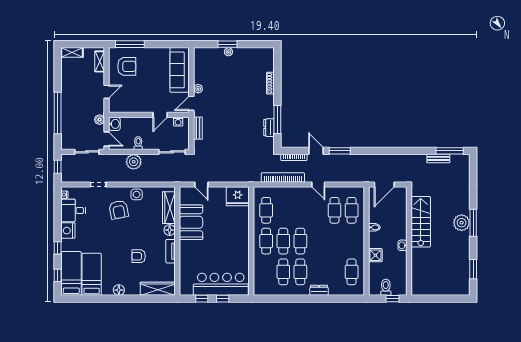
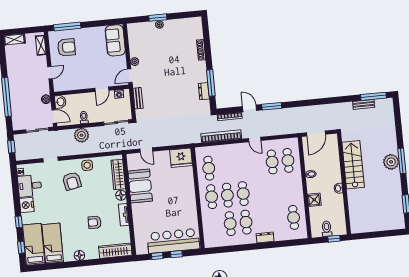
sofa: (180, 70) -> (115, 40), width x0.73

